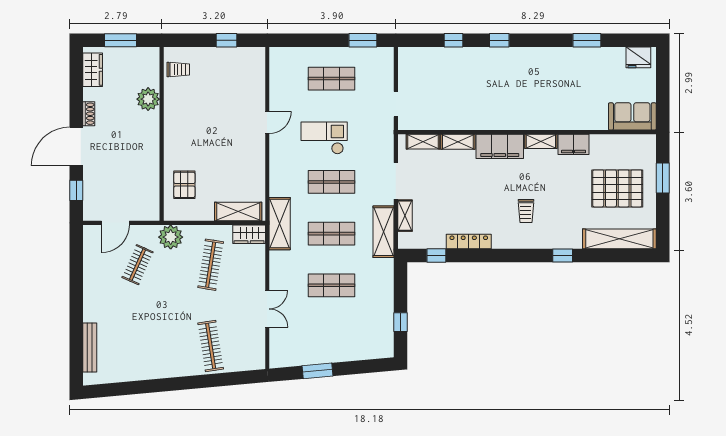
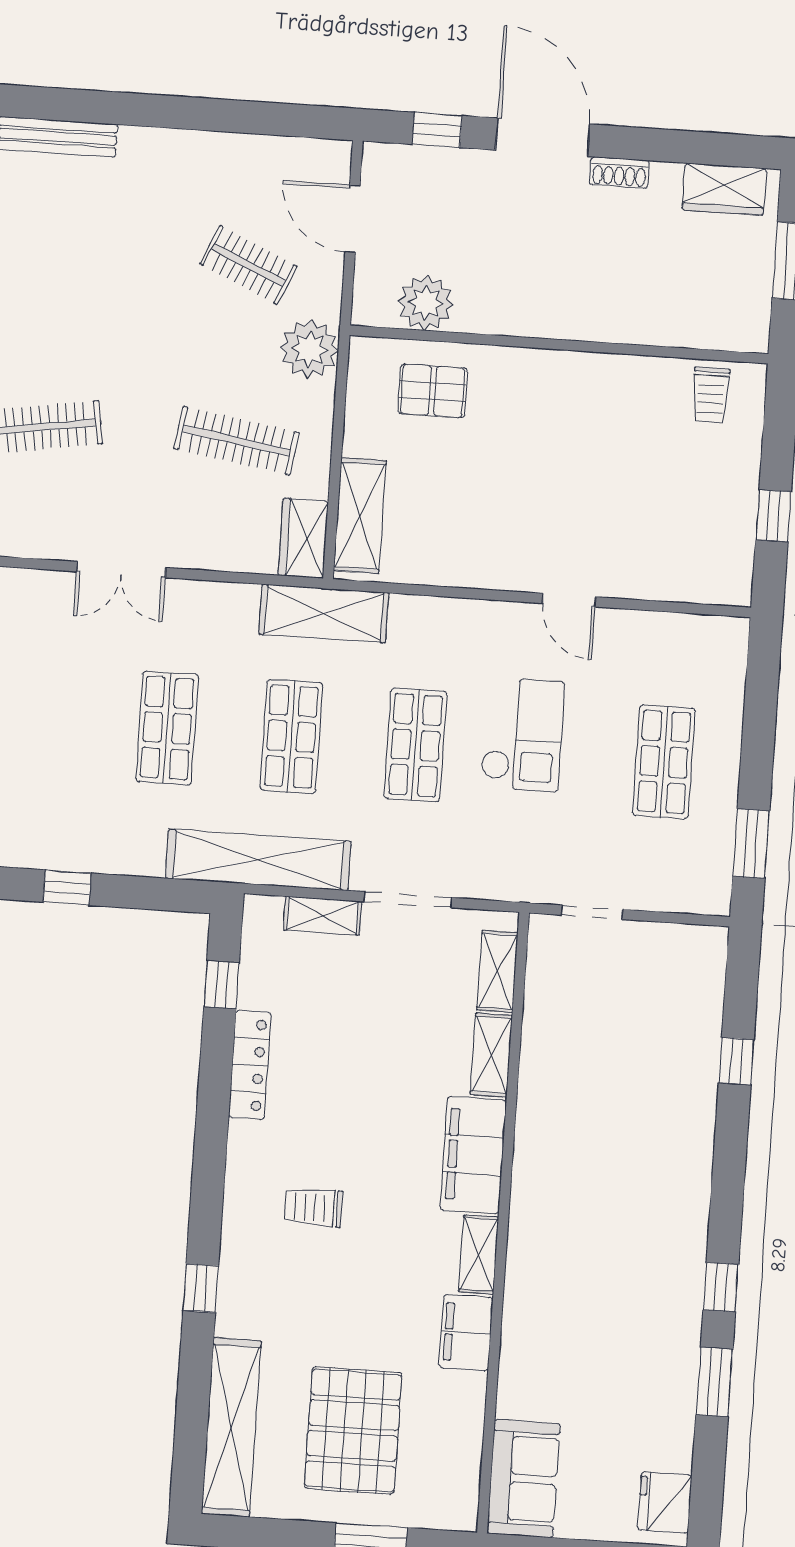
window: (499, 40) -> (721, 1287), moved
plant: (148, 99) -> (426, 303), moved
shelving: (384, 232) -> (258, 860), width x1.47

